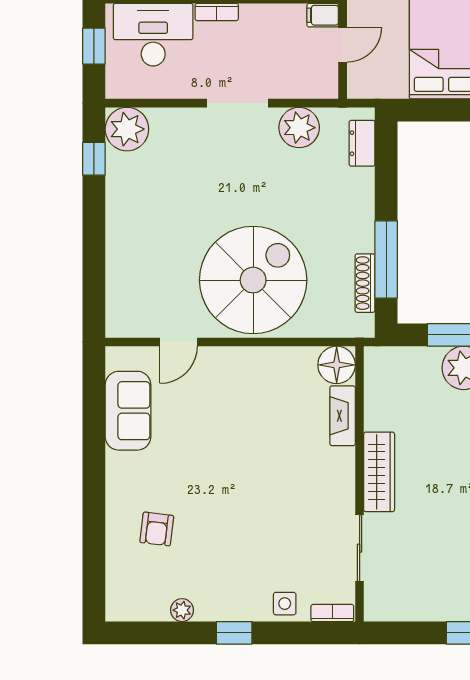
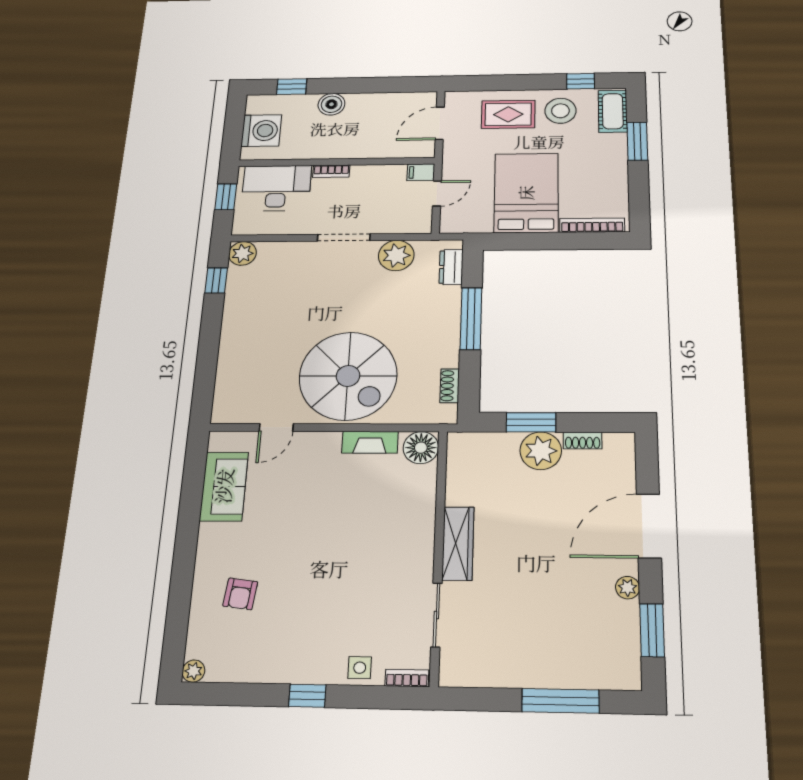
plant: (127, 129) -> (243, 253), width x0.73, depth x0.73
window: (386, 259) -> (471, 319), moved
spiral stairs: (253, 280) -> (348, 376), turned 90
shoe rack: (365, 283) -> (450, 386), width x0.70
fireplace: (343, 416) -> (370, 442), moved, turned -90
plant: (182, 610) -> (193, 671), moved

